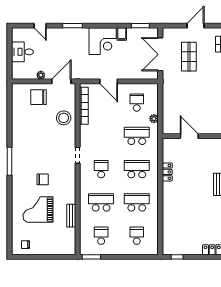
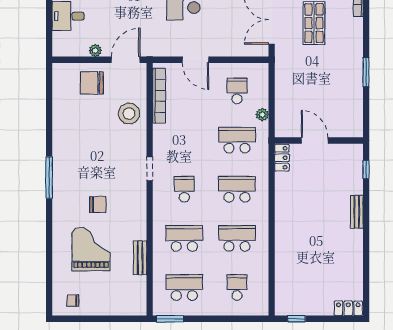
locker: (167, 172) -> (282, 158), moved
grand piano: (38, 210) -> (91, 249), turned 90
school desk: (101, 236) -> (184, 288), width x1.85

